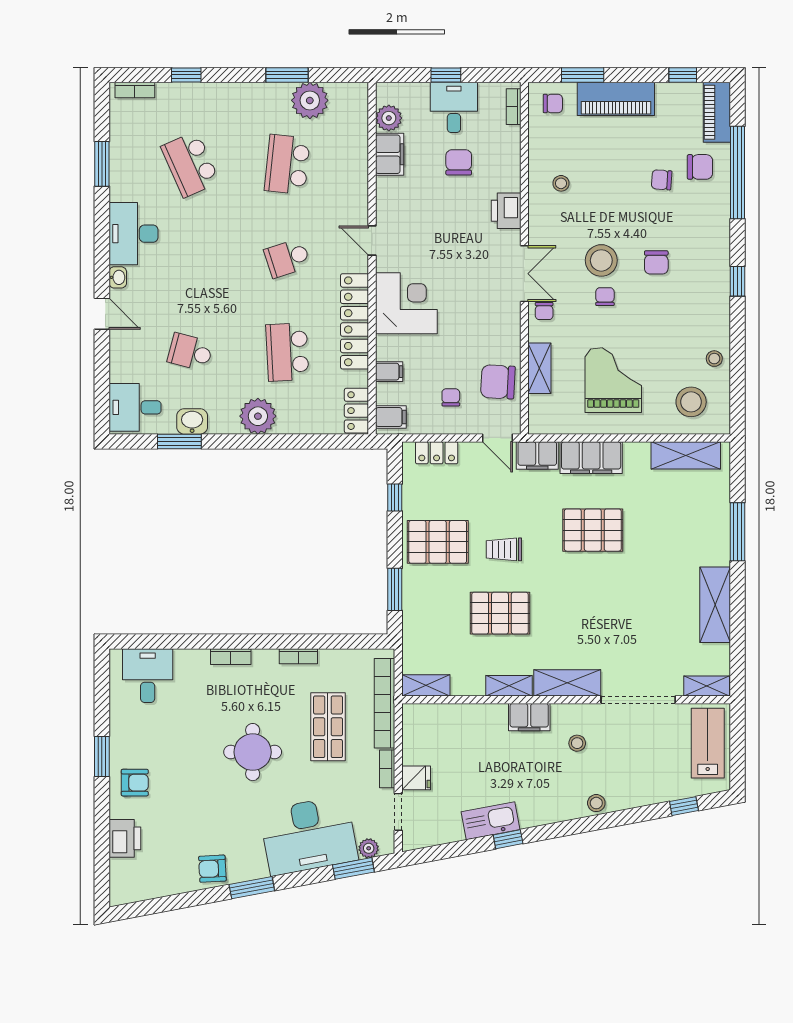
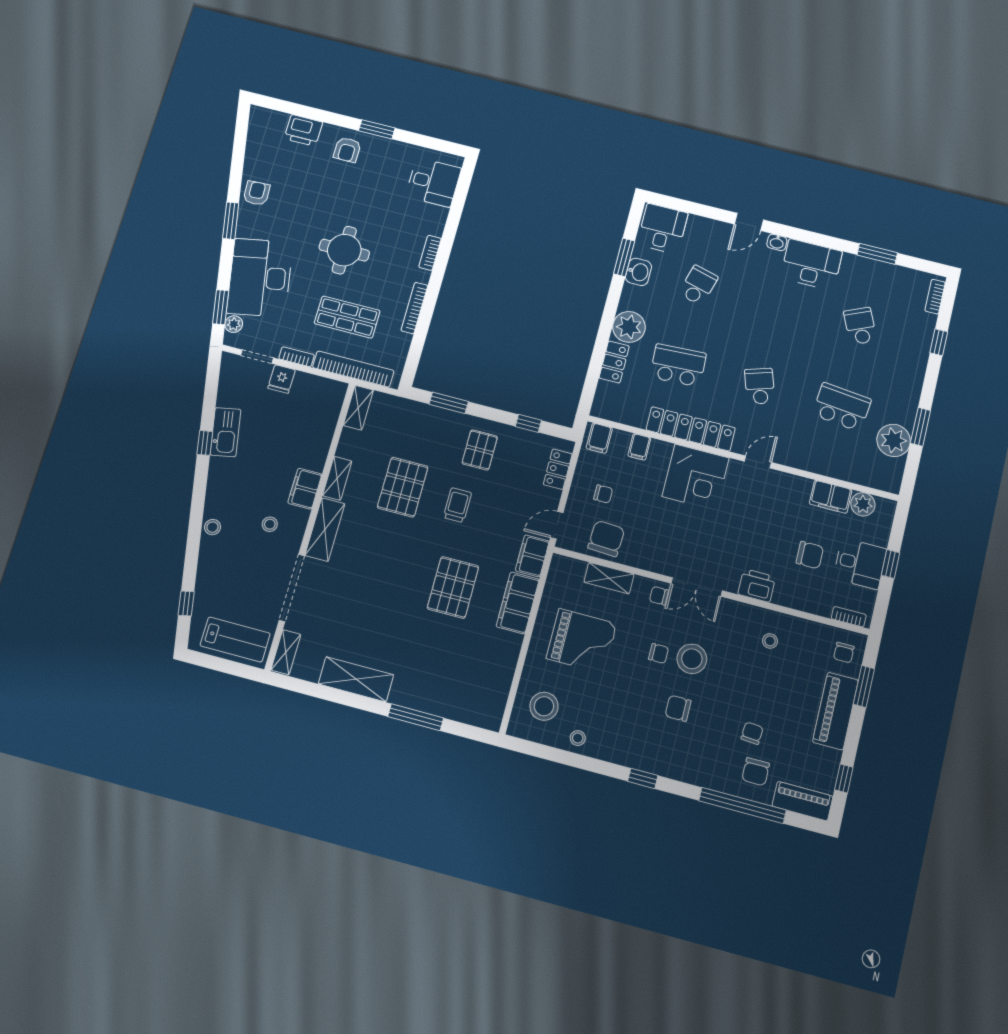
school desk: (190, 164) -> (860, 326), width x0.54
locker: (356, 411) -> (614, 362), moved, turned 90
shelving: (686, 455) -> (497, 688), removed
pallet: (438, 542) -> (480, 450), width x0.67, depth x0.71
bookcase: (298, 656) -> (414, 308), width x1.56

